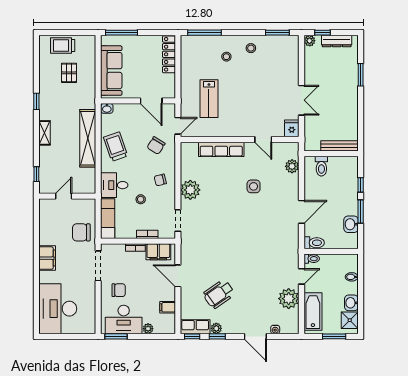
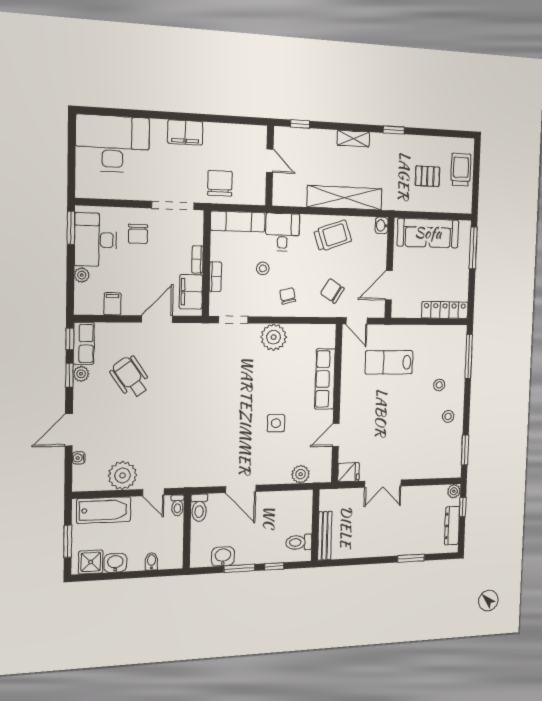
toilet: (321, 166) -> (299, 542), moved

